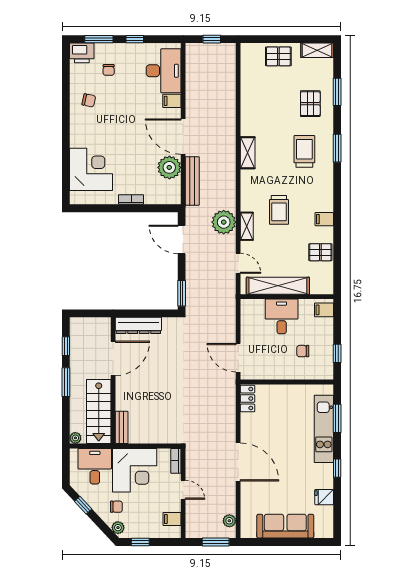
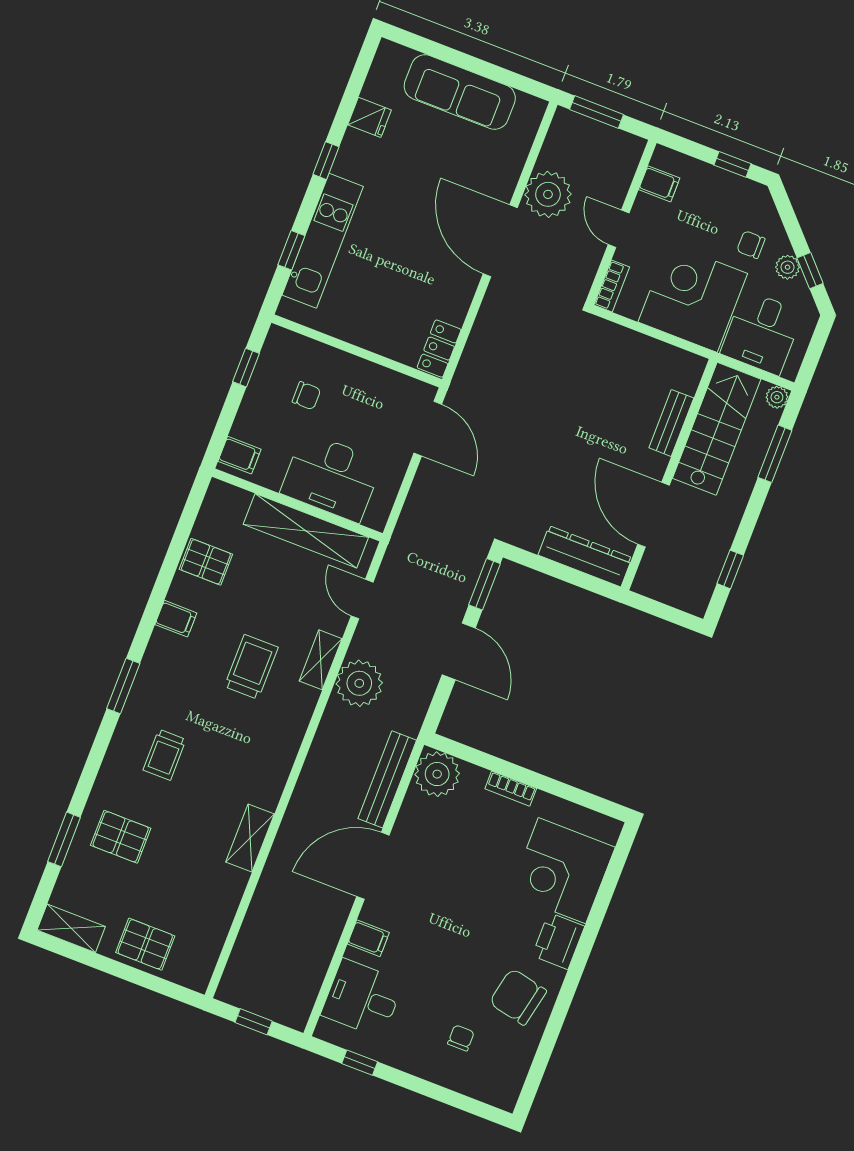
window: (99, 39) -> (457, 1100), removed
window: (135, 39) -> (360, 1063), moved
printer: (82, 53) -> (558, 941), moved, turned -90
desk: (164, 71) -> (362, 998), width x0.73
chair: (89, 100) -> (518, 997), width x1.87, depth x1.87
pallet: (310, 104) -> (121, 837), turned 90
door: (183, 137) -> (373, 866), swing flipped
window: (337, 148) -> (123, 686), moved
trolley: (304, 151) -> (165, 755), width x0.73, depth x0.72
shelving: (248, 153) -> (250, 838), moved
plant: (169, 167) -> (437, 774), moved
door: (182, 239) -> (459, 651), moved
desk: (282, 316) -> (331, 477), width x1.37
door: (113, 358) -> (654, 515), hinge flipped
window: (66, 382) -> (775, 454), moved
window: (337, 418) -> (291, 250), width x0.67
bench: (122, 427) -> (671, 423), moved
plant: (229, 521) -> (548, 194), moved, width x1.88, depth x1.88
plant: (118, 528) -> (788, 267), moved

